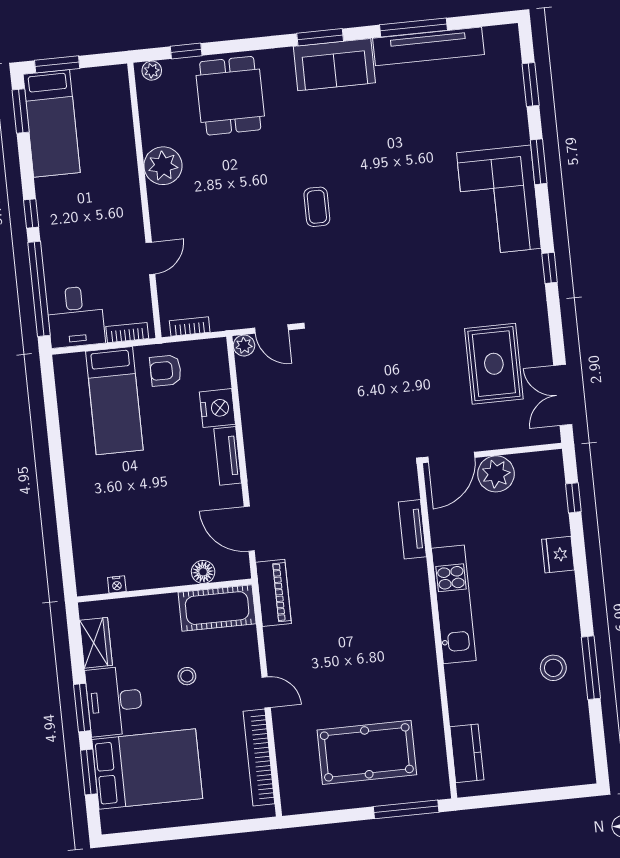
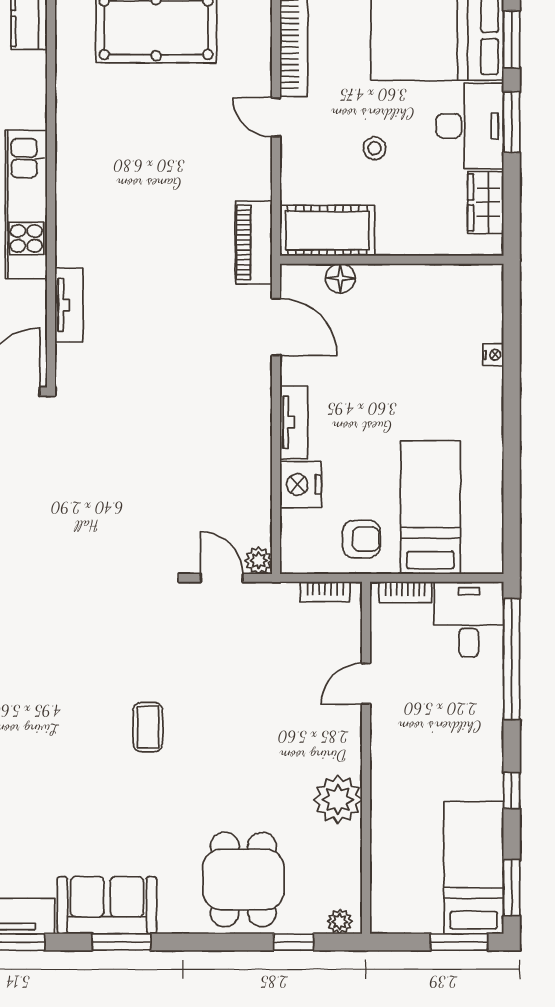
window: (31, 214) -> (512, 790), moved
nightstand: (117, 584) -> (493, 355), moved, turned 90

